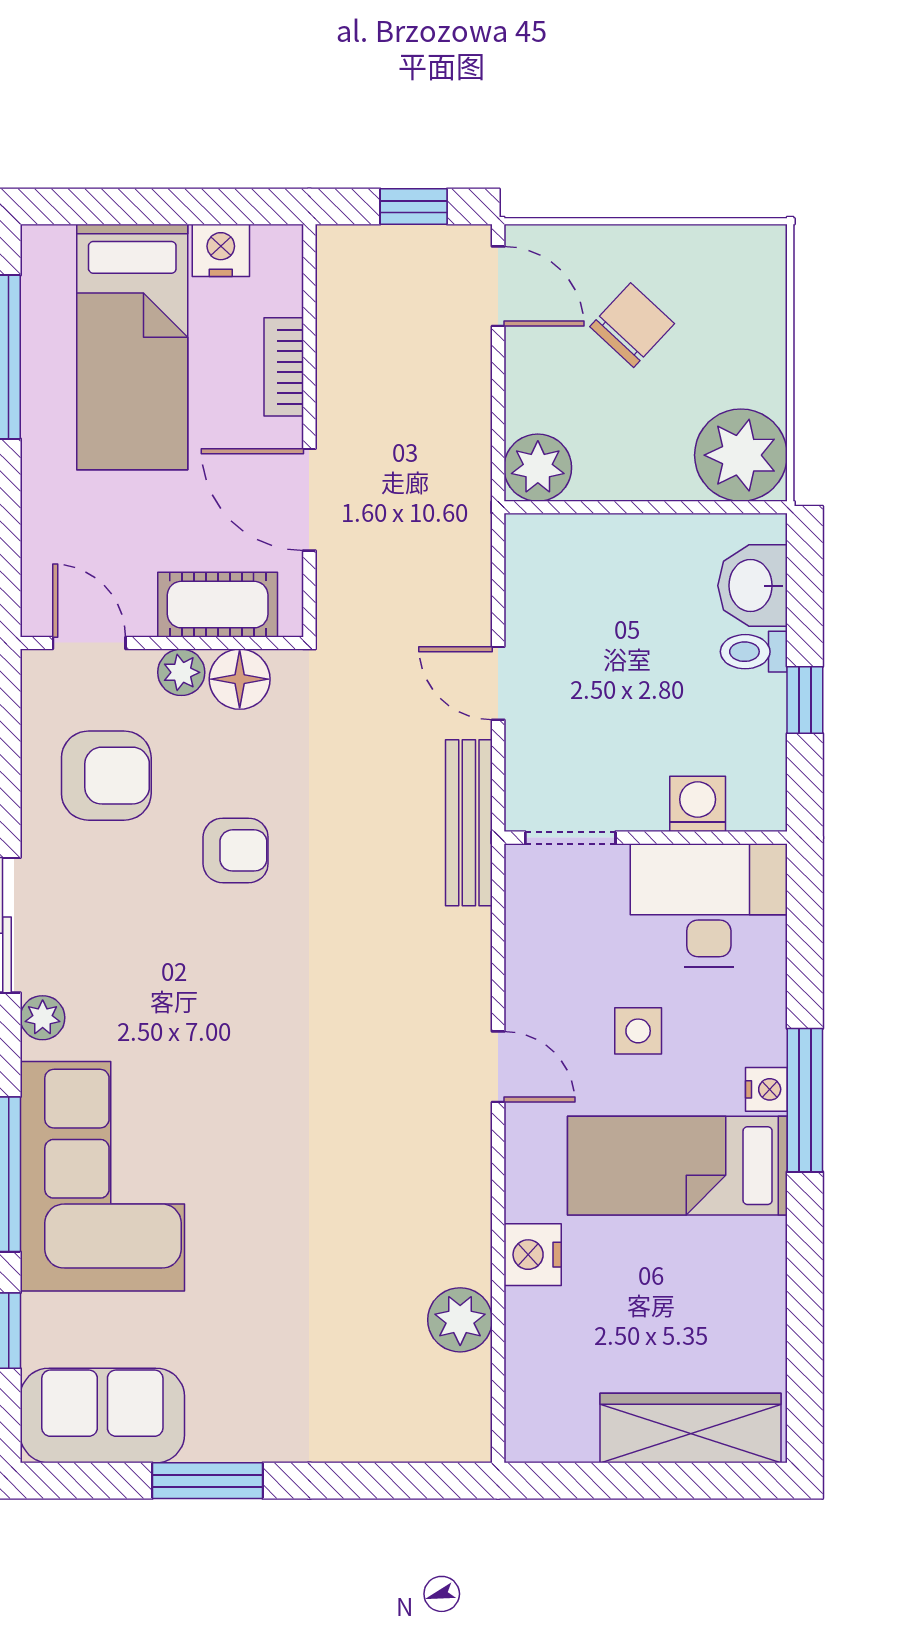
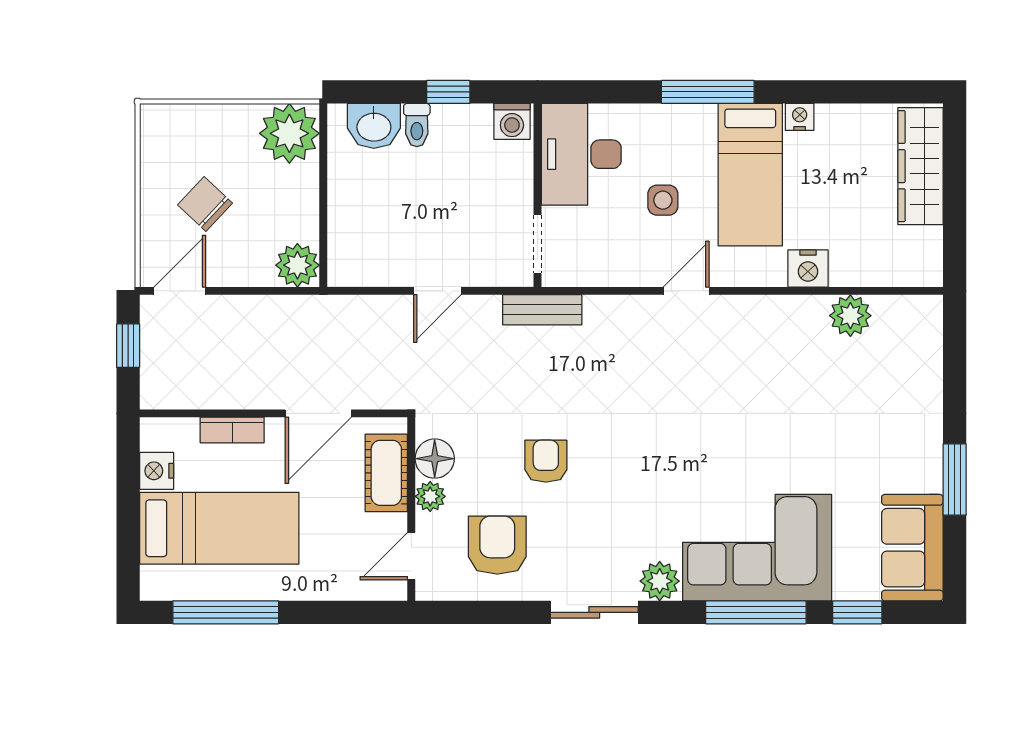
washing machine: (698, 804) -> (512, 121), moved, turned -90
bench: (469, 823) -> (542, 310), width x0.73
plant: (43, 1018) -> (660, 581), width x1.38, depth x1.38
nightstand: (766, 1089) -> (800, 117), moved

